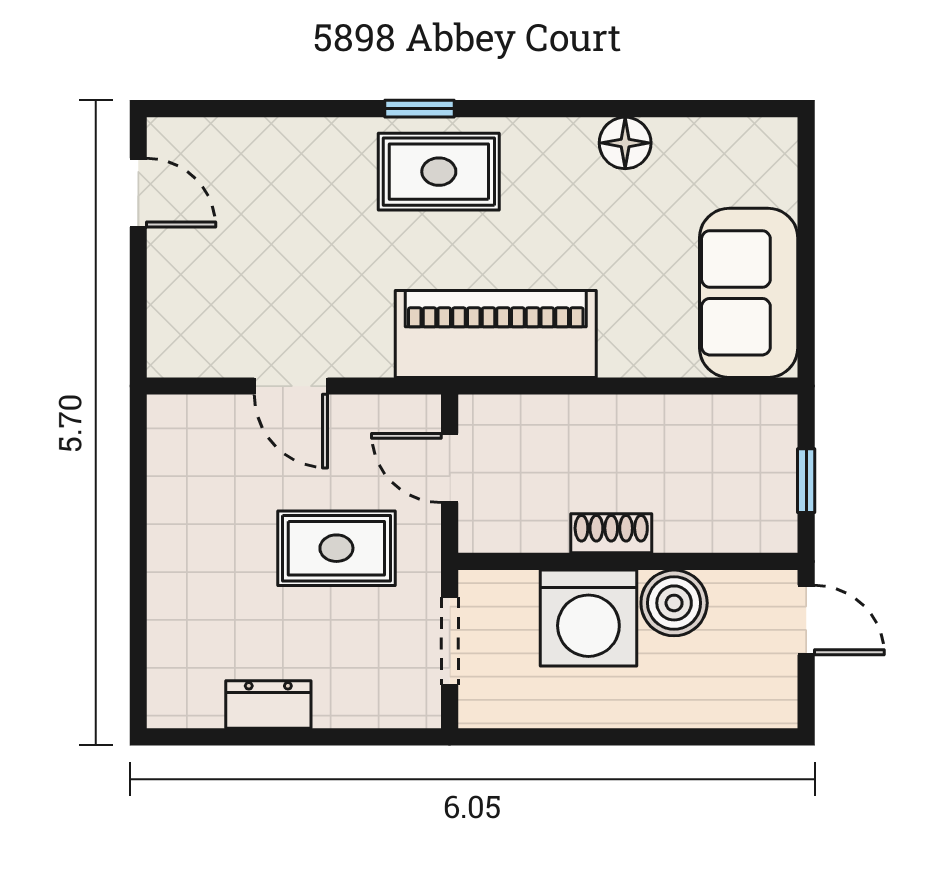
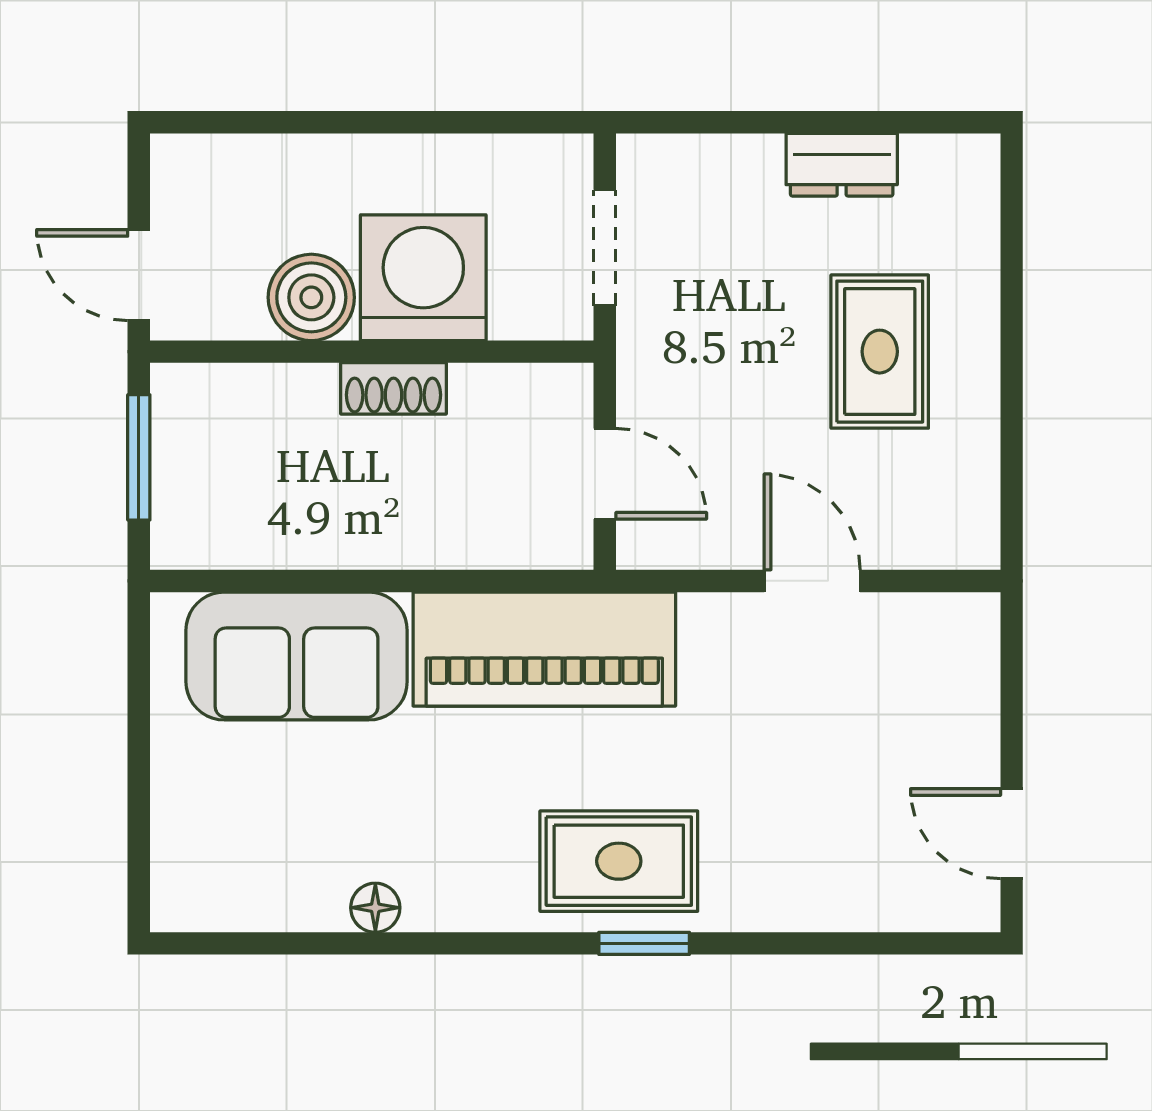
floor lamp: (625, 143) -> (375, 908), width x0.73, depth x0.73
sofa: (749, 293) -> (297, 656), moved, turned 90
window: (806, 481) -> (139, 457), width x1.50
rug: (336, 548) -> (880, 352), moved, turned 90

